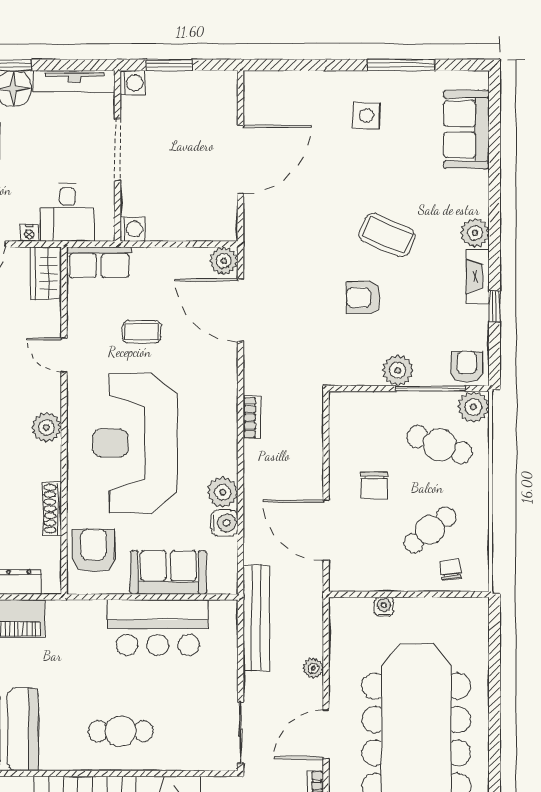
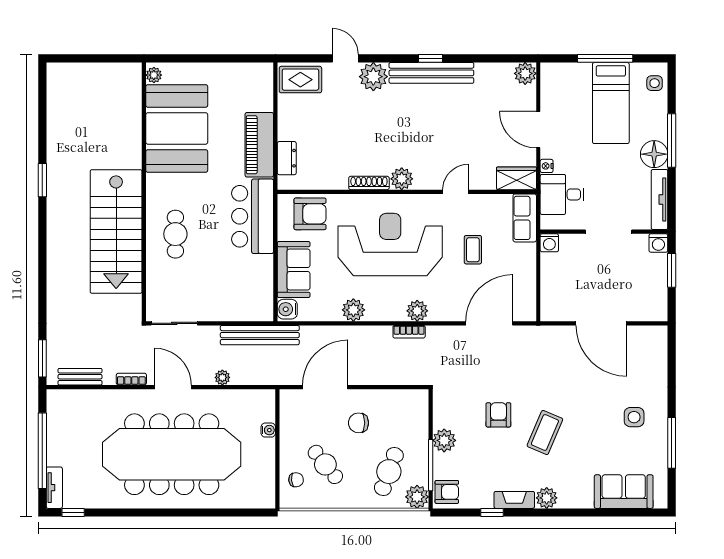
plant: (224, 261) -> (417, 311), moved
shoe rack: (52, 509) -> (369, 183), moved
water cooler: (224, 523) -> (287, 309), moved, turned 90
bar counter: (158, 628) -> (253, 216), moved

